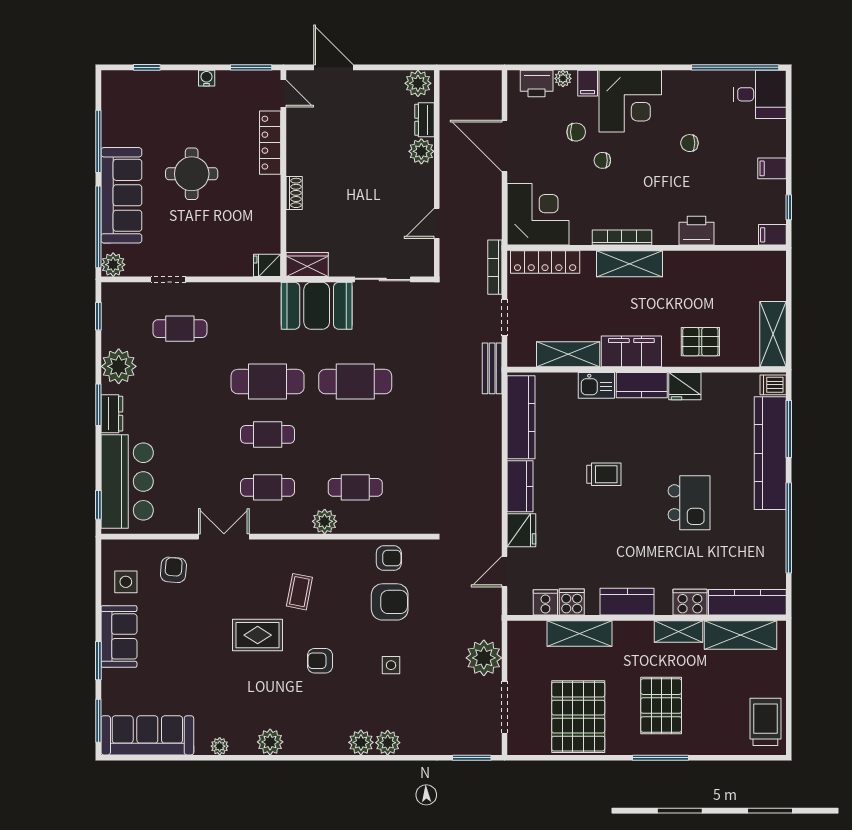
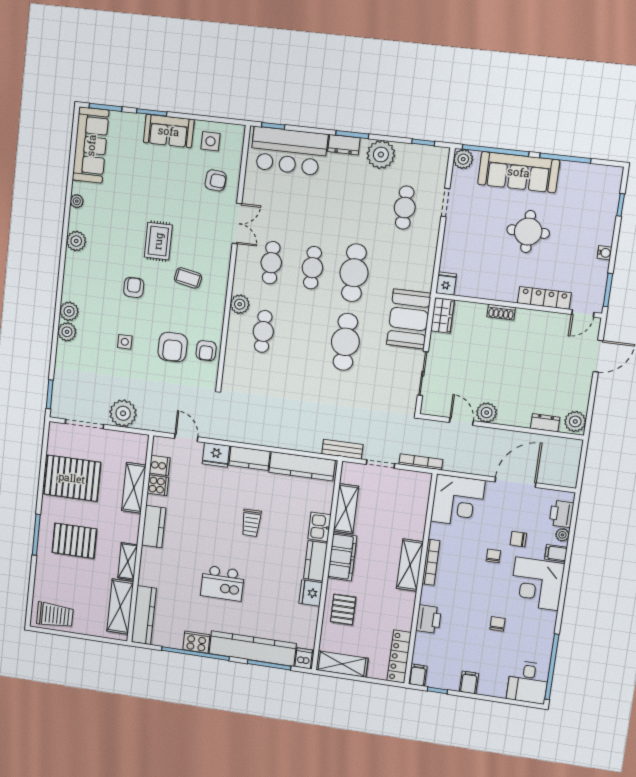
chair: (576, 132) -> (518, 539), turned 90
plant: (421, 151) -> (487, 413), moved
locker: (545, 262) -> (399, 657), moved
cooker: (690, 602) -> (196, 642), moved, turned -90

